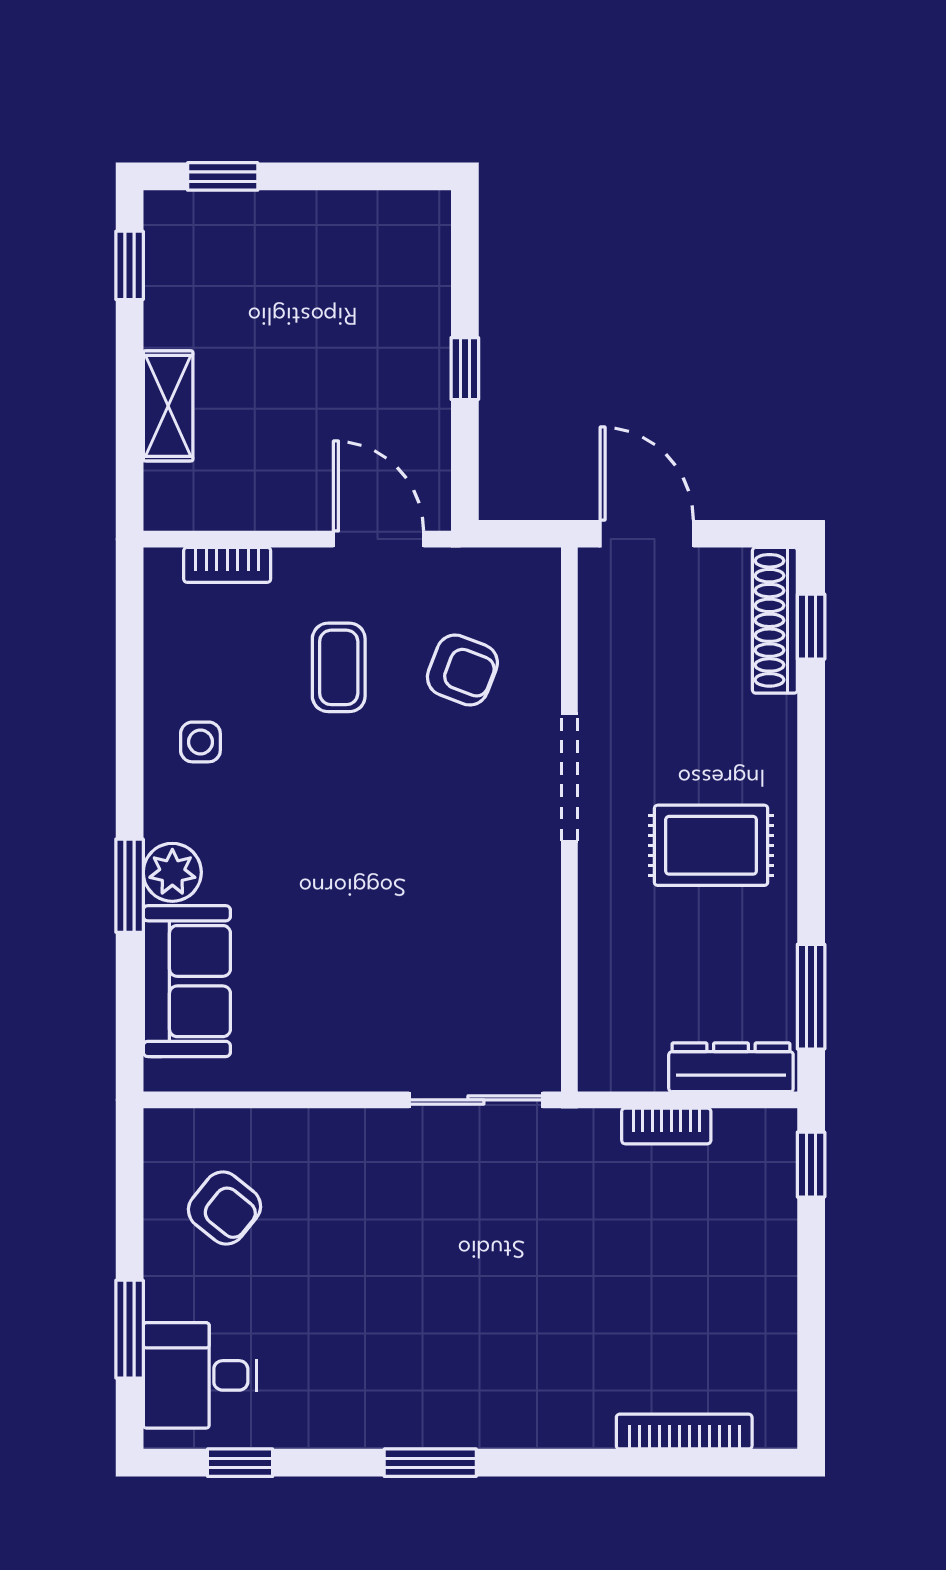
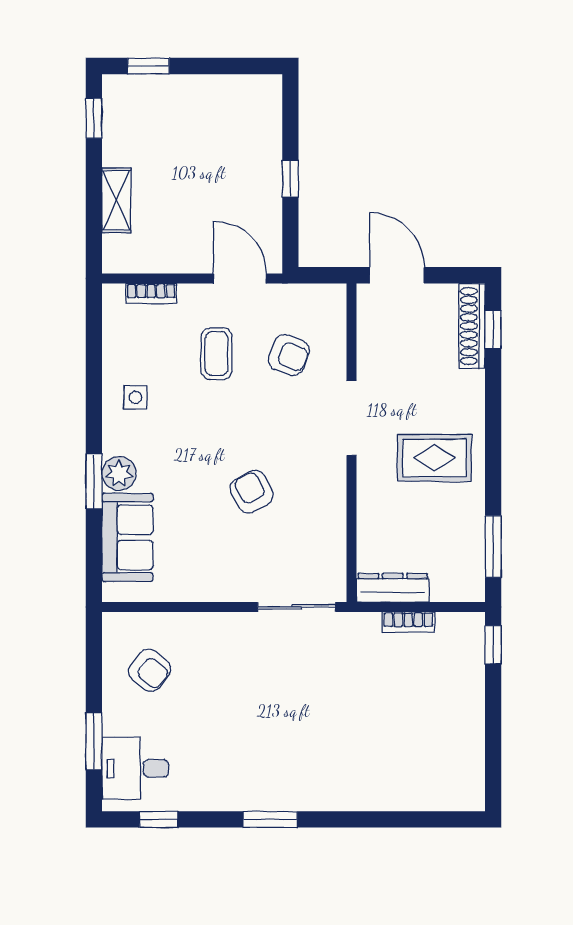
armchair: (399, 903) -> (252, 492), added
dresser: (731, 1067) -> (393, 588), moved
bookcase: (684, 1432) -> (419, 801), removed

